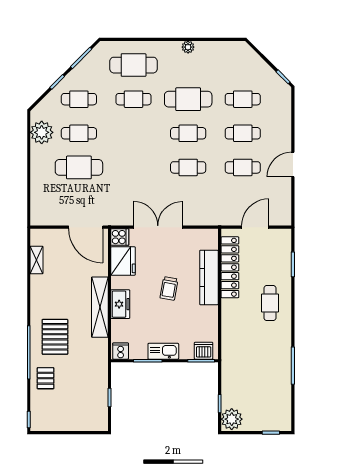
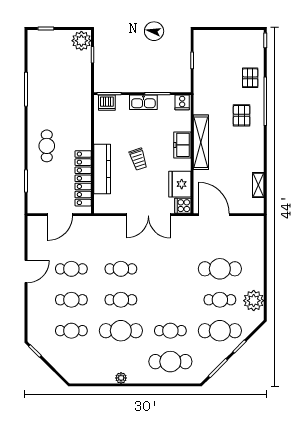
cafe table: (79, 99) -> (220, 331), width x1.37, depth x1.35
trolley: (169, 288) -> (138, 159), turned 152
pallet: (55, 337) -> (242, 115), width x0.67, depth x0.71

